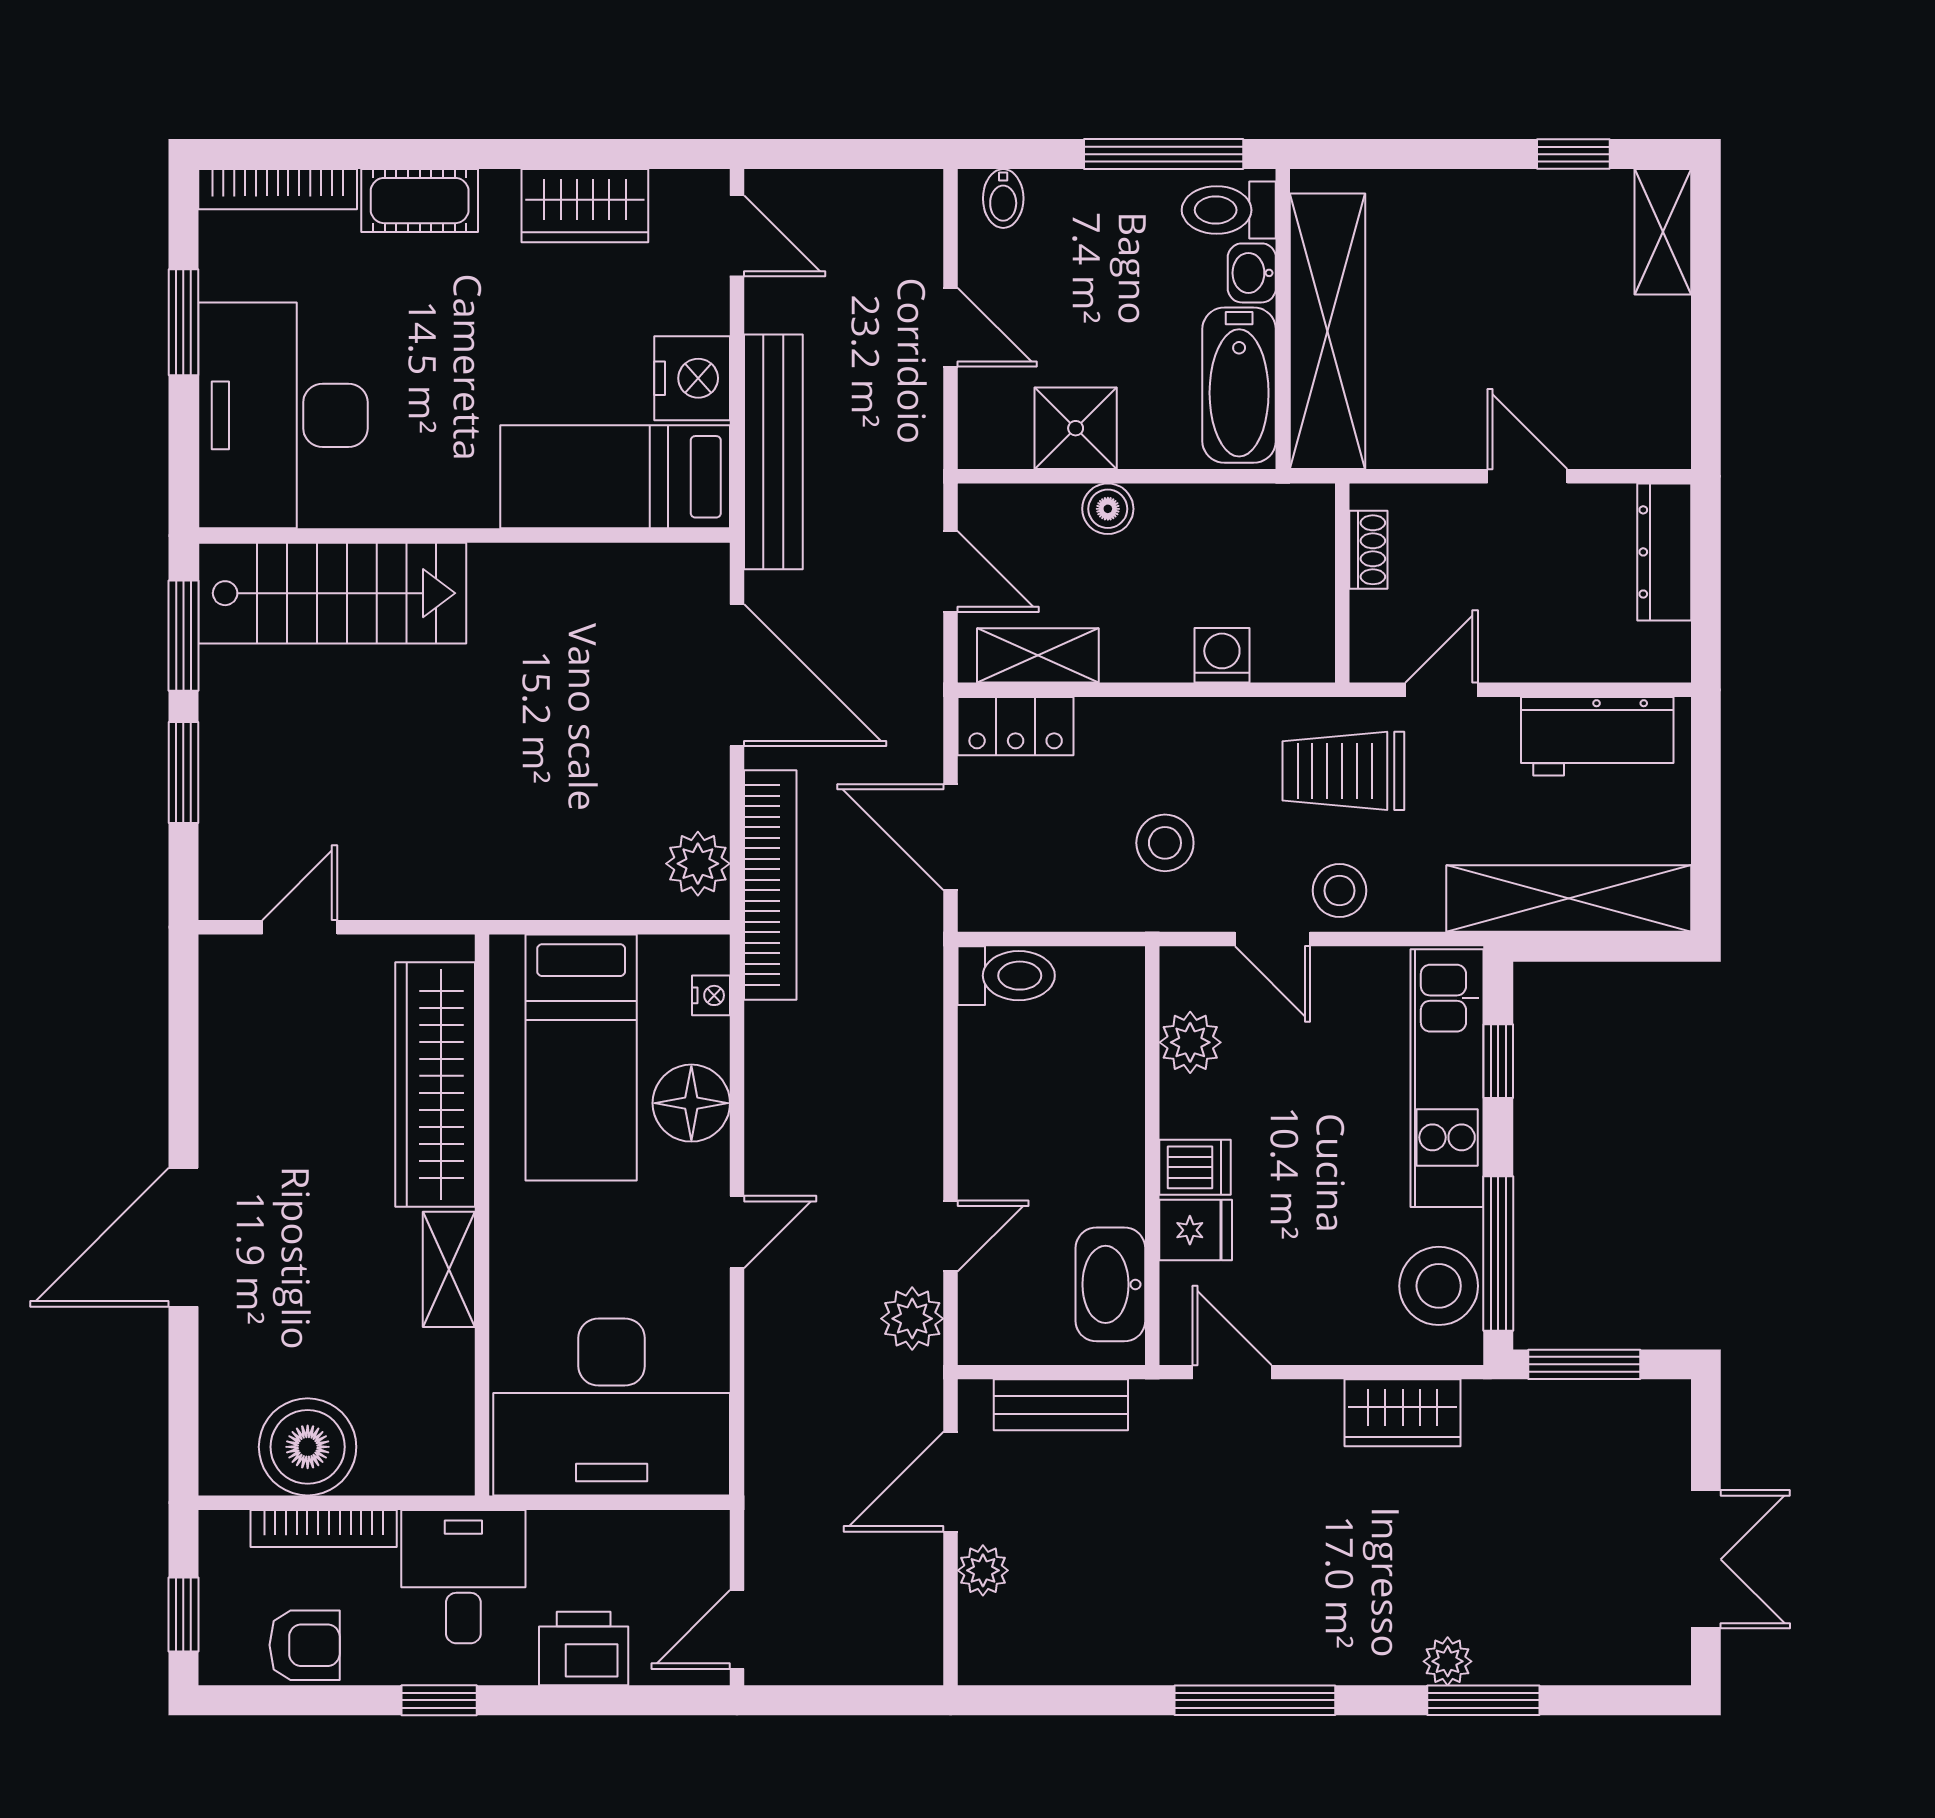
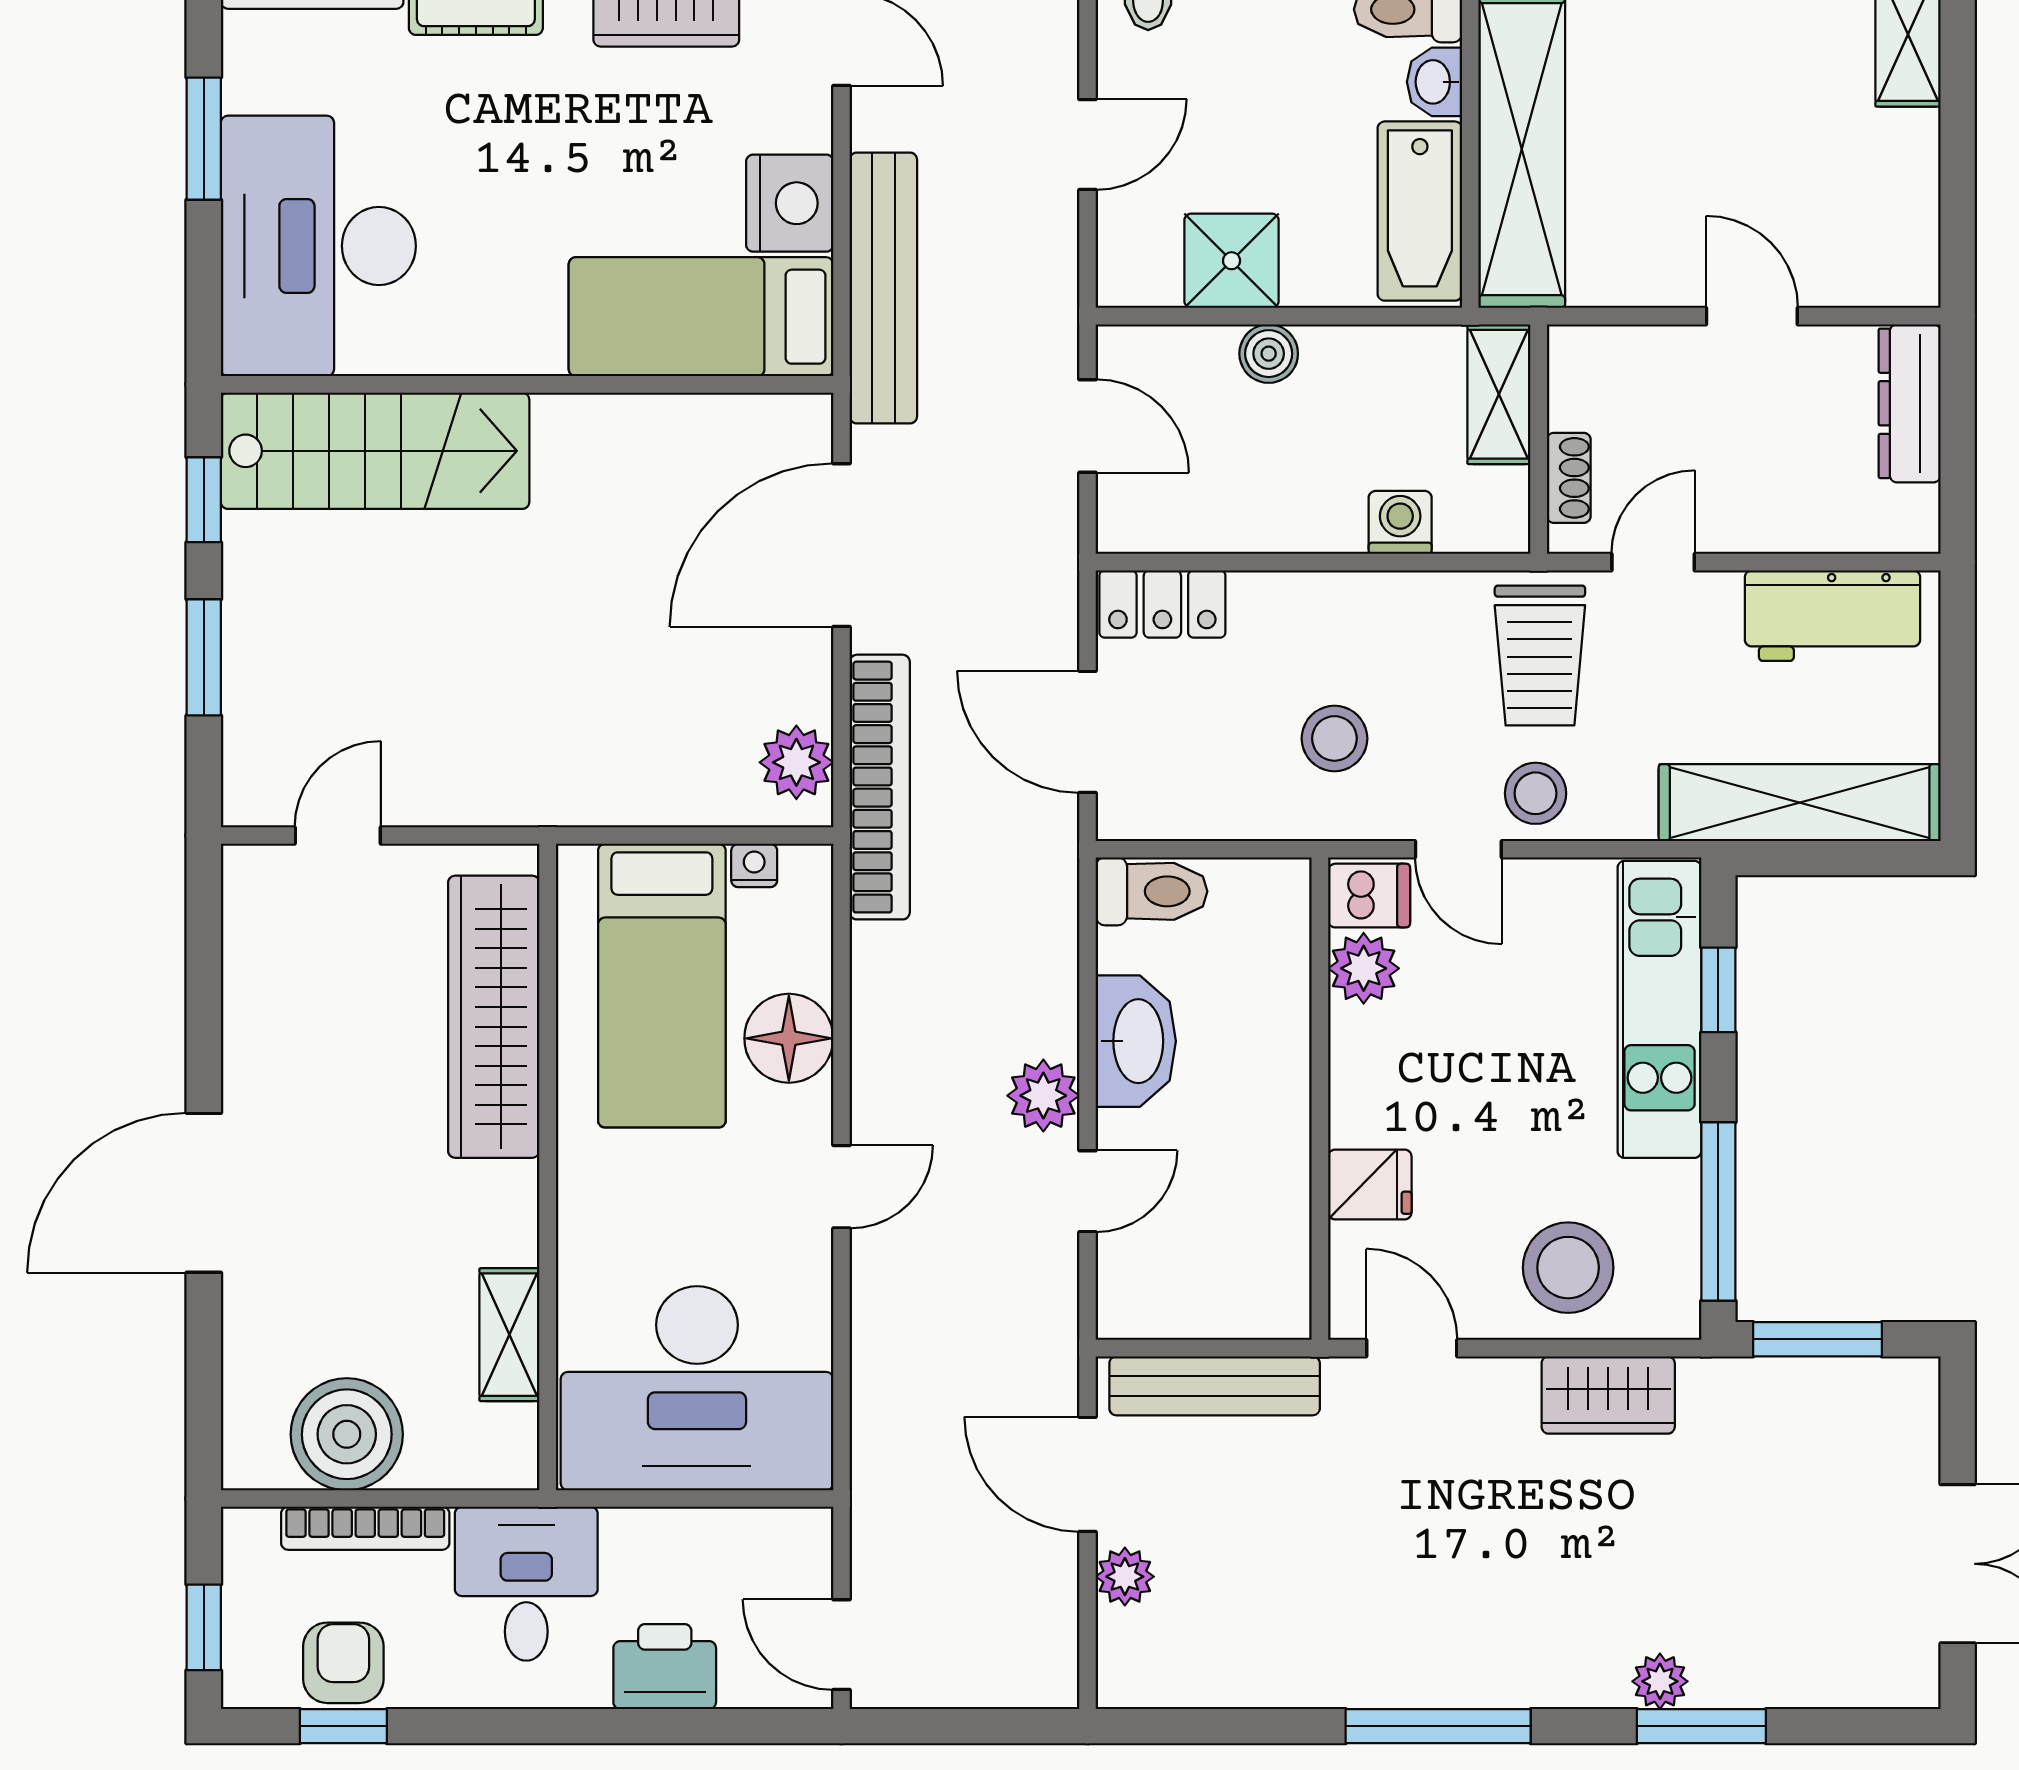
door: (951, 327) -> (1088, 144), hinge flipped
shoe rack: (1368, 550) -> (1569, 478), moved
window: (183, 636) -> (204, 500), width x0.67
shelving: (1038, 655) -> (1499, 394), moved, turned 90
door: (737, 675) -> (841, 545), swing flipped
trolley: (1343, 771) -> (1540, 655), turned -90
nightstand: (711, 995) -> (754, 865), moved, turned -90
dishwasher: (1195, 1167) -> (1369, 896), moved
shelving: (449, 1269) -> (509, 1335), moved
washbasin: (1110, 1284) -> (1136, 1041), moved, turned 180
stool: (1439, 1286) -> (1568, 1268), moved
plant: (912, 1319) -> (1043, 1096), moved
bench: (1061, 1405) -> (1215, 1386), width x1.36
door: (951, 1482) -> (1088, 1474), hinge flipped
door: (737, 1629) -> (841, 1645), hinge flipped
armchair: (305, 1645) -> (343, 1663), turned -90
window: (439, 1700) -> (343, 1726), moved

